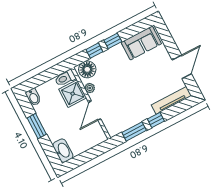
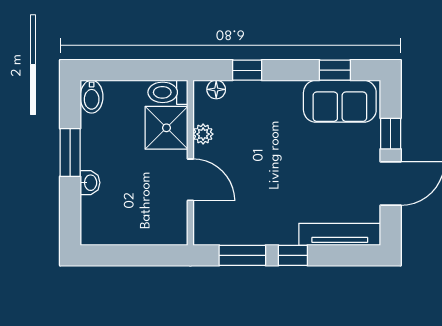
window: (113, 41) -> (335, 70), moved
window: (170, 45) -> (391, 134), added
floor lamp: (87, 69) -> (216, 89), width x0.53, depth x0.53
door: (95, 111) -> (190, 180), swing flipped
washbasin: (63, 151) -> (90, 183), moved, width x0.52, depth x0.69

